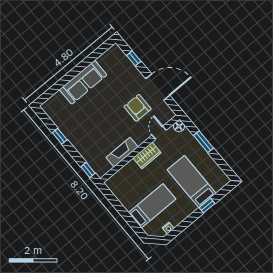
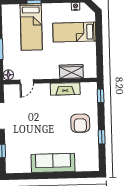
armchair: (138, 108) -> (80, 123), moved
wardrobe: (147, 155) -> (71, 72), moved

